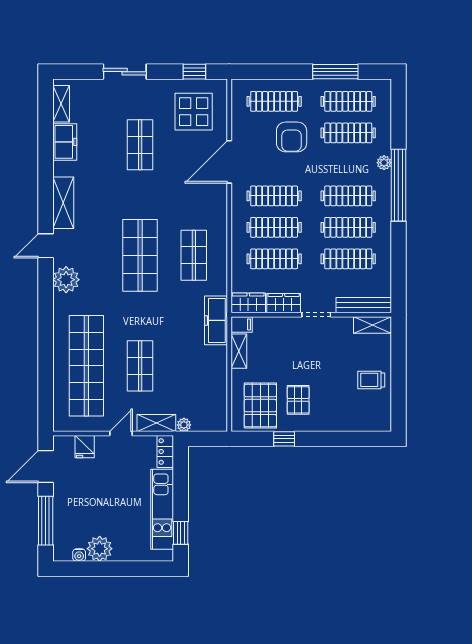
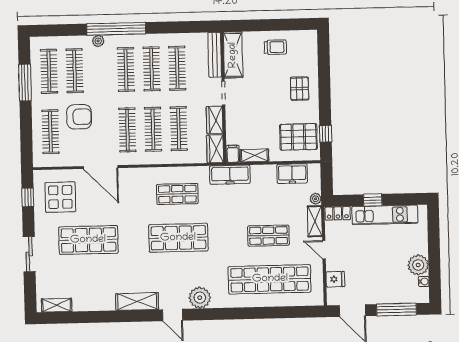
freezer: (65, 142) -> (292, 174), moved, turned 180
shop shelf: (140, 145) -> (88, 240), width x1.43, depth x1.36
shelving: (372, 325) -> (233, 55), width x1.50, depth x1.33
trolley: (371, 380) -> (275, 47), turned -90
pallet: (298, 400) -> (300, 89), moved, turned 90
window: (284, 439) -> (326, 134), moved
window: (181, 533) -> (373, 200), moved

